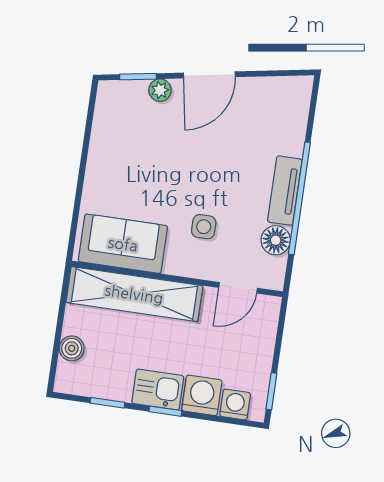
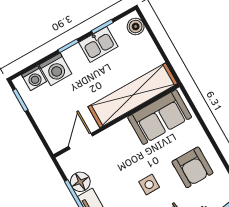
armchair: (130, 154) -> (192, 167), added
side table: (204, 227) -> (149, 185), moved
boiler: (72, 348) -> (136, 26), moved
kitchen sink: (158, 390) -> (98, 44), moved

